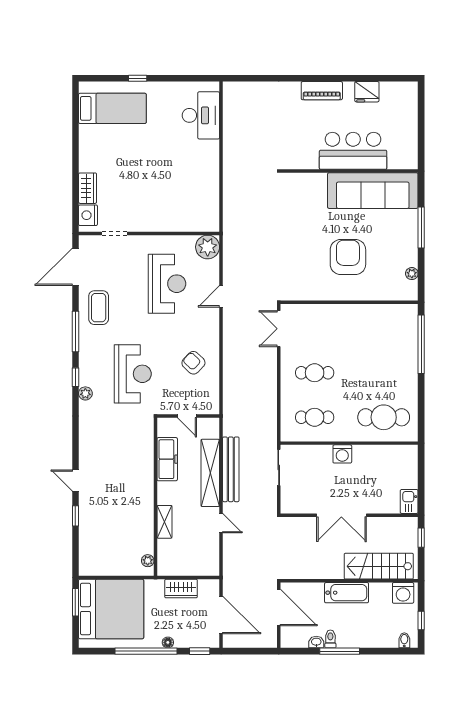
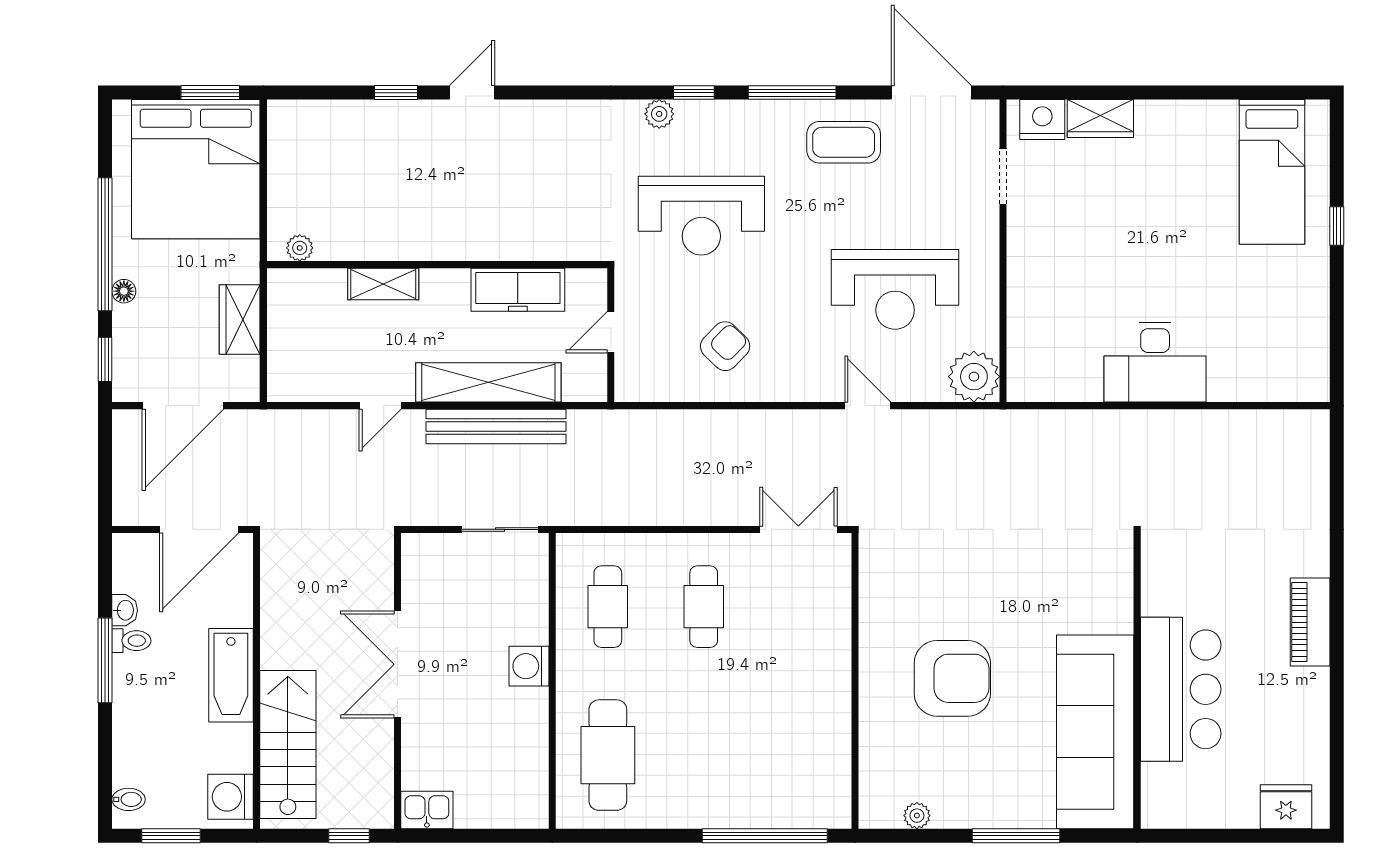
fridge: (367, 92) -> (1286, 807), moved, turned 90
desk: (201, 115) -> (1155, 362), moved
window: (421, 621) -> (171, 836), width x1.50

